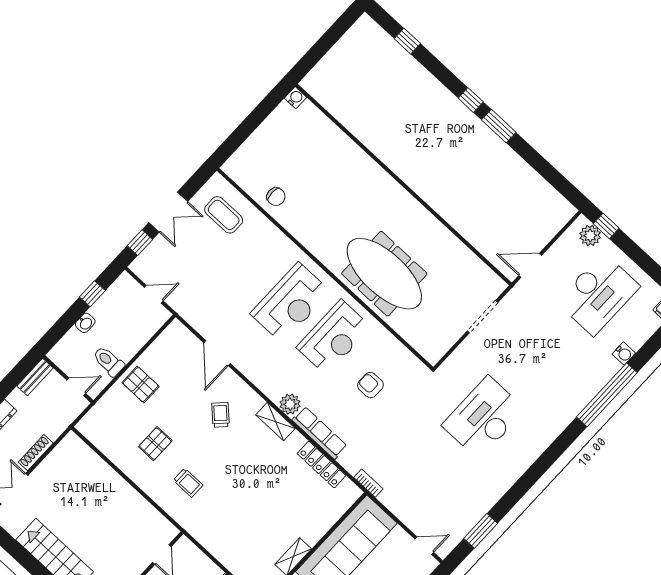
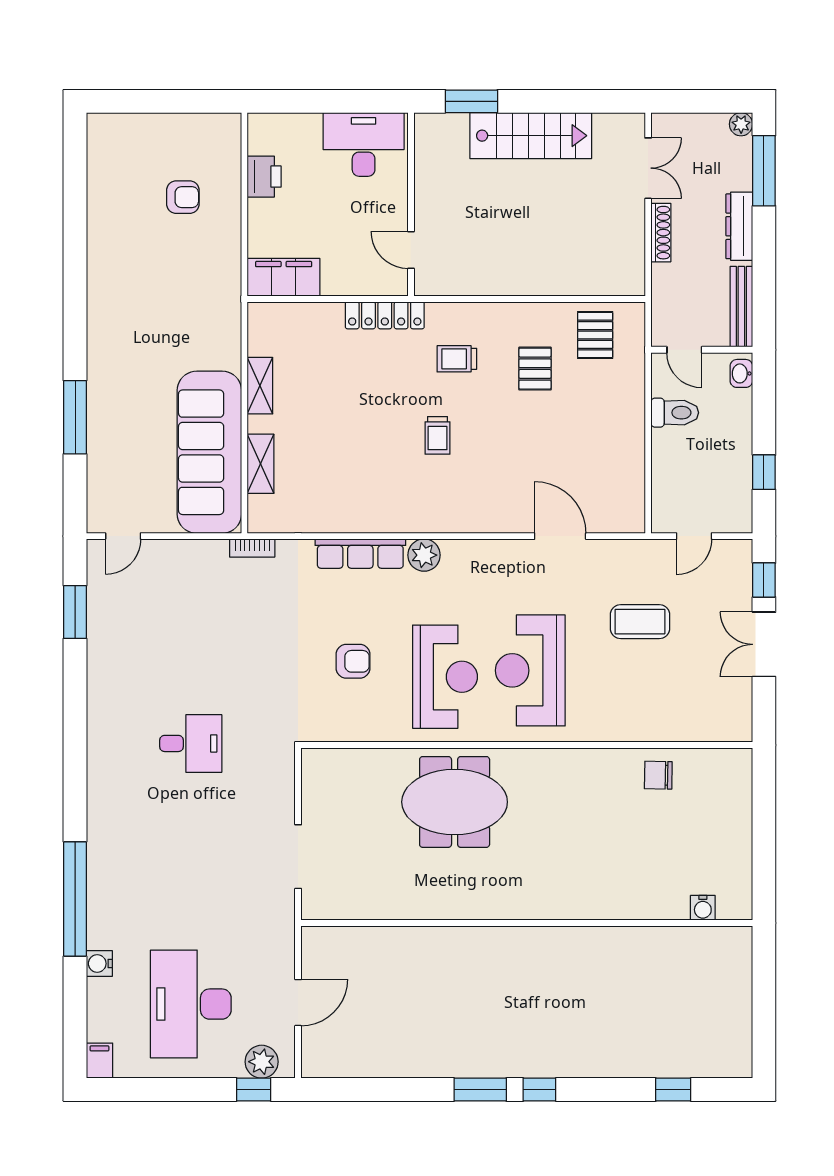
water cooler: (295, 98) -> (703, 908), moved
coffee table: (224, 215) -> (640, 622), moved
door: (530, 265) -> (298, 1003), moved
meeting table: (384, 274) -> (455, 802), width x0.73
washbasin: (85, 323) -> (741, 373), moved
reception desk: (334, 337) -> (445, 677), turned 180
bench: (35, 377) -> (741, 307), width x1.36
pallet: (141, 385) -> (595, 335), moved, turned 90
door: (76, 387) -> (684, 350), hinge flipped
trolley: (221, 415) -> (437, 435), moved, turned 46
desk: (484, 418) -> (191, 743), width x0.53, depth x0.77
shelving: (275, 422) -> (261, 464), moved, turned 90
locker: (322, 465) -> (385, 315), moved, turned 180

